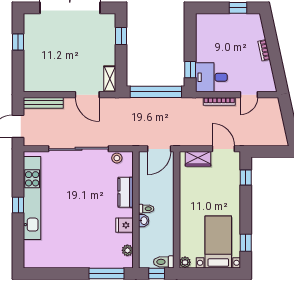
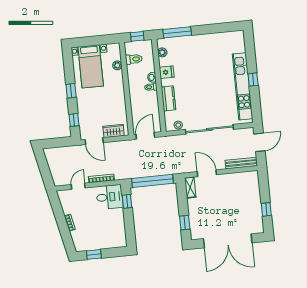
window: (246, 243) -> (71, 91), moved
toilet: (164, 262) -> (134, 59), moved
plant: (185, 262) -> (117, 65), moved

